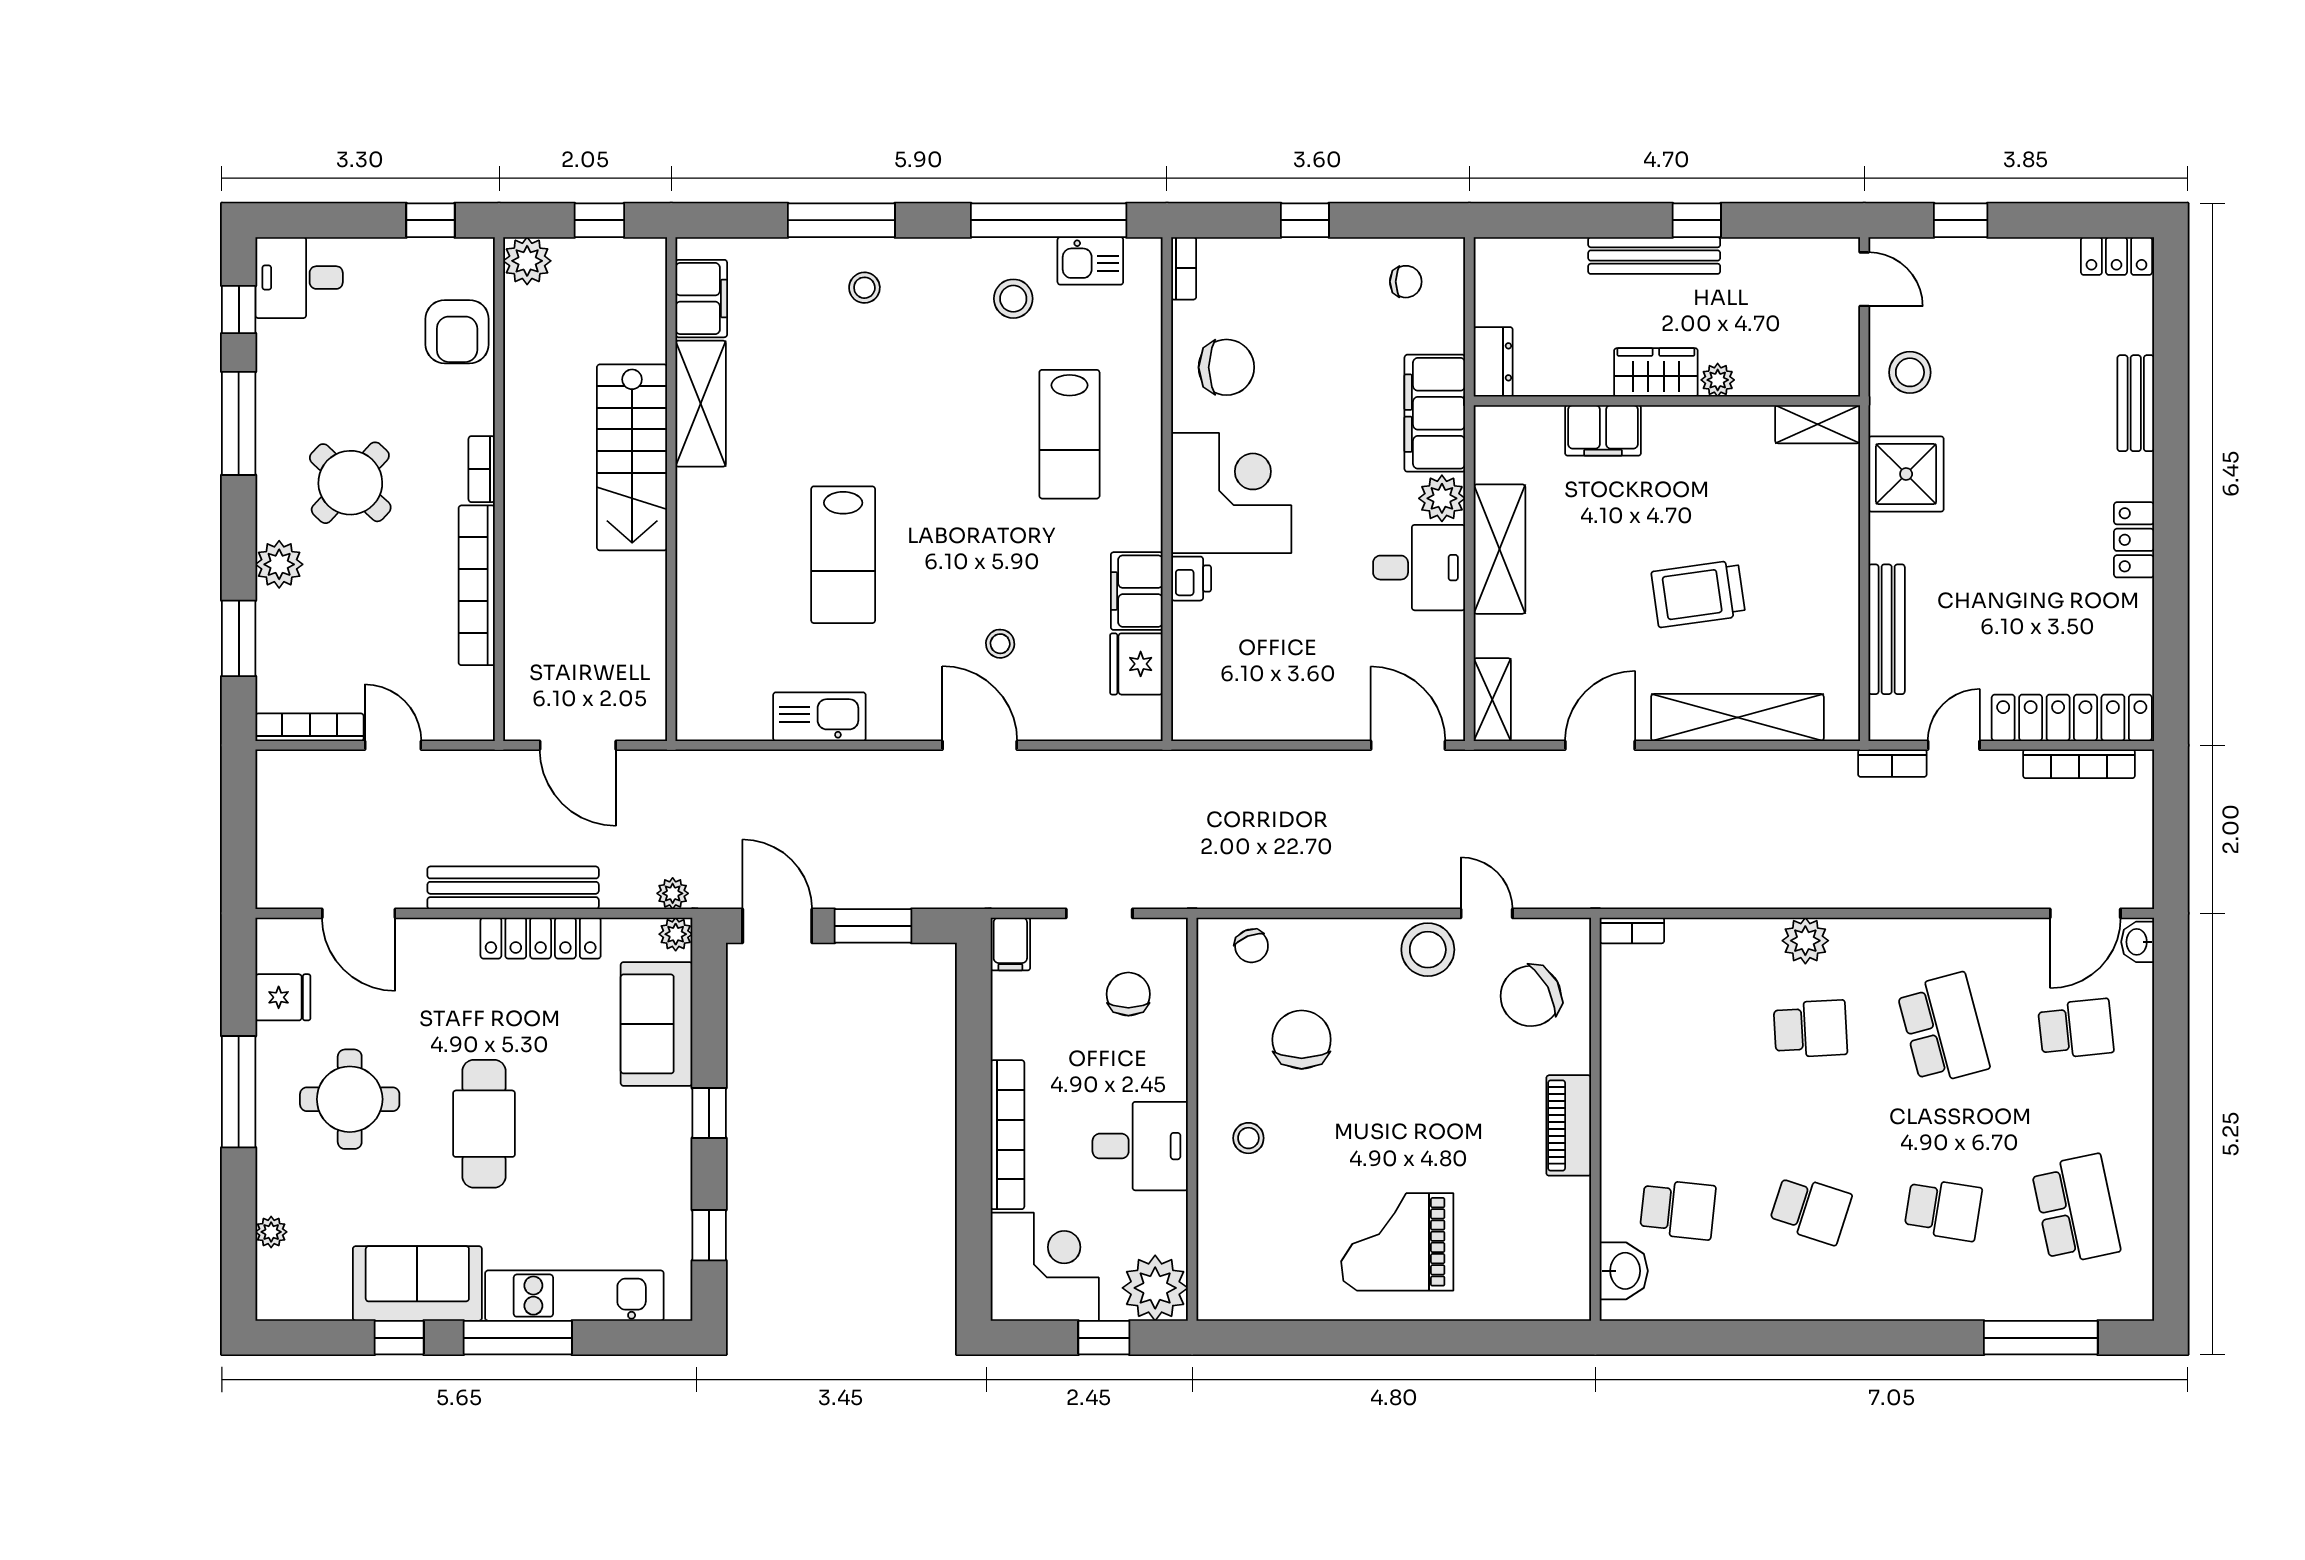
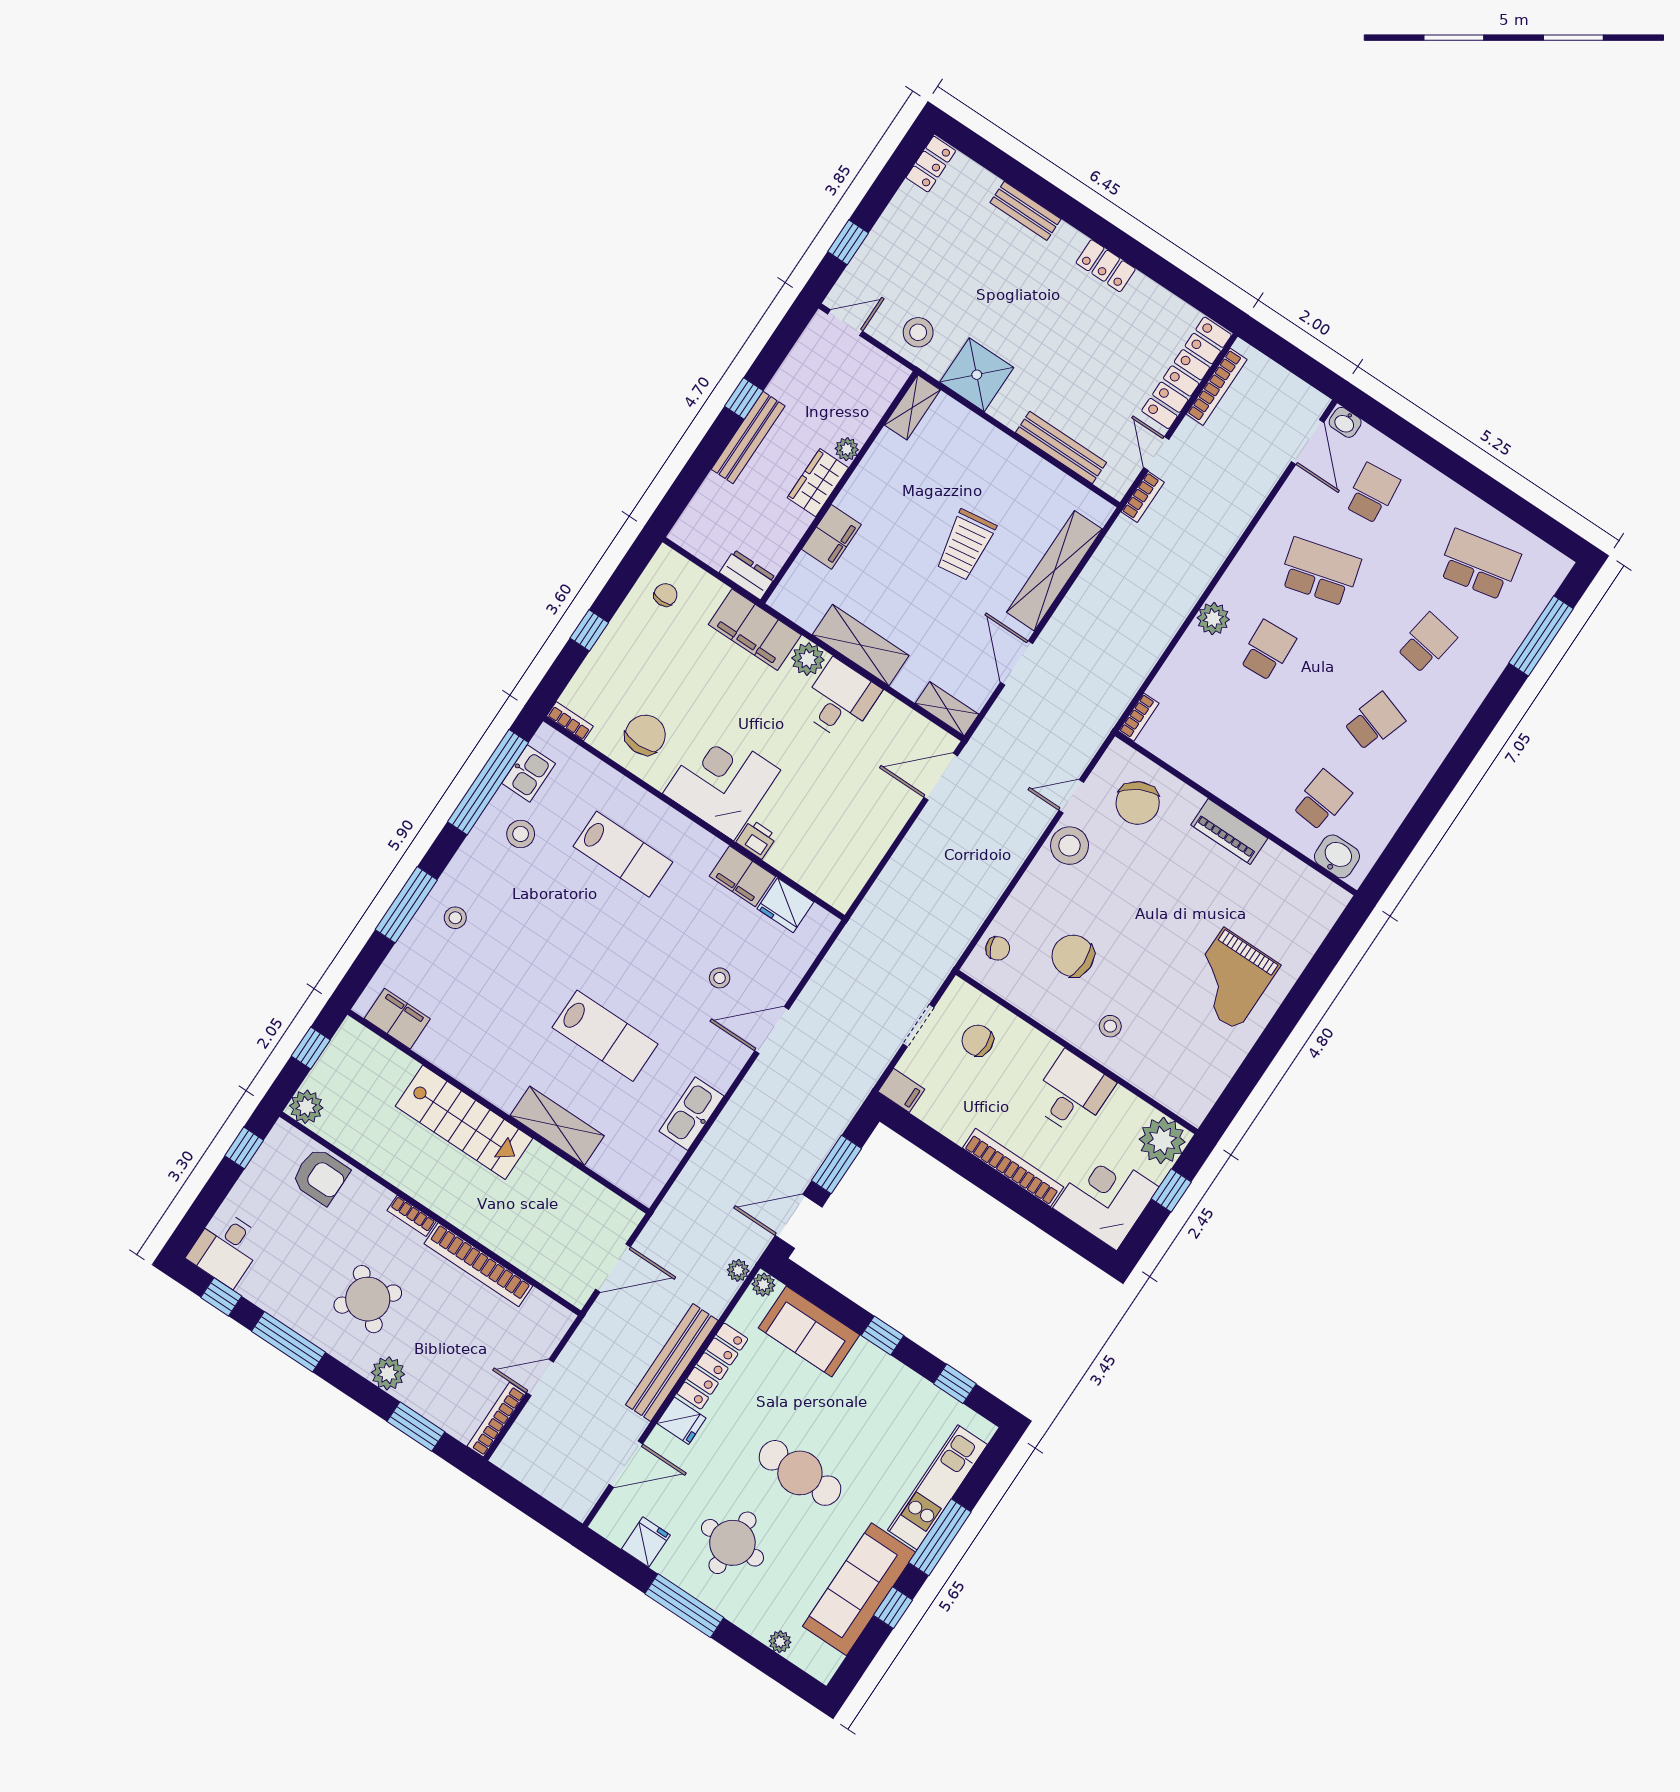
shelving: (701, 404) -> (557, 1126), moved
fridge: (453, 944) -> (681, 1421), added
sofa: (417, 1283) -> (859, 1589), width x1.36

